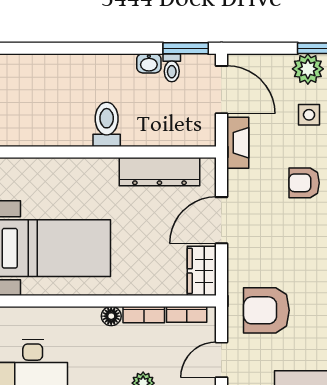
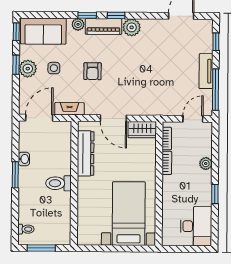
window: (186, 48) -> (15, 175), moved
toilet: (172, 68) -> (26, 229), moved
armchair: (266, 310) -> (165, 93), removed
floor lamp: (111, 316) -> (168, 181), removed
door: (221, 360) -> (193, 119), swing flipped

